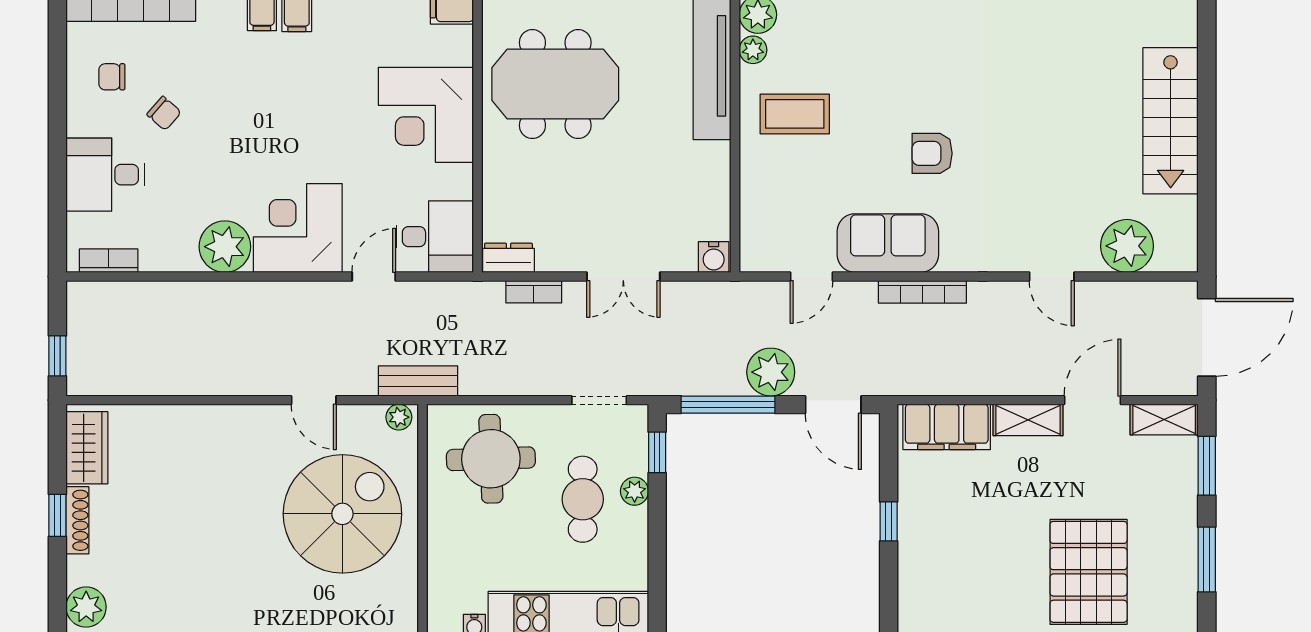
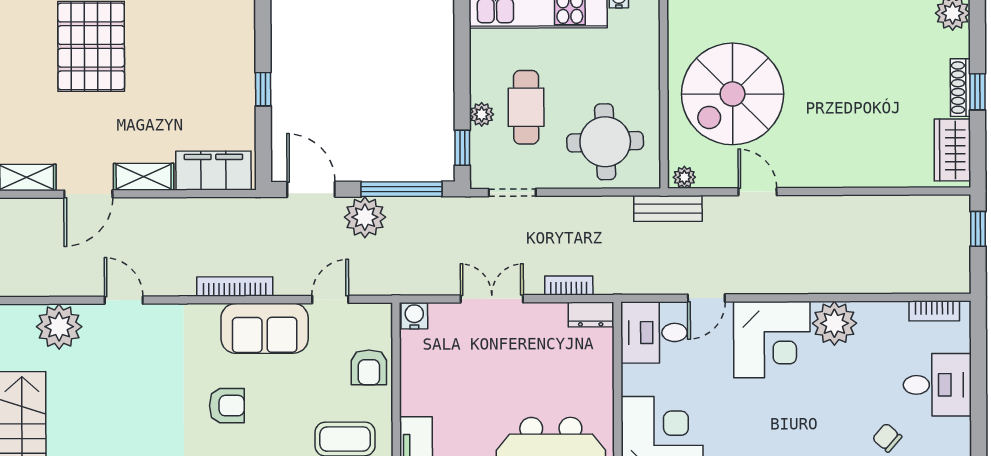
armchair: (767, 197) -> (369, 367), added

